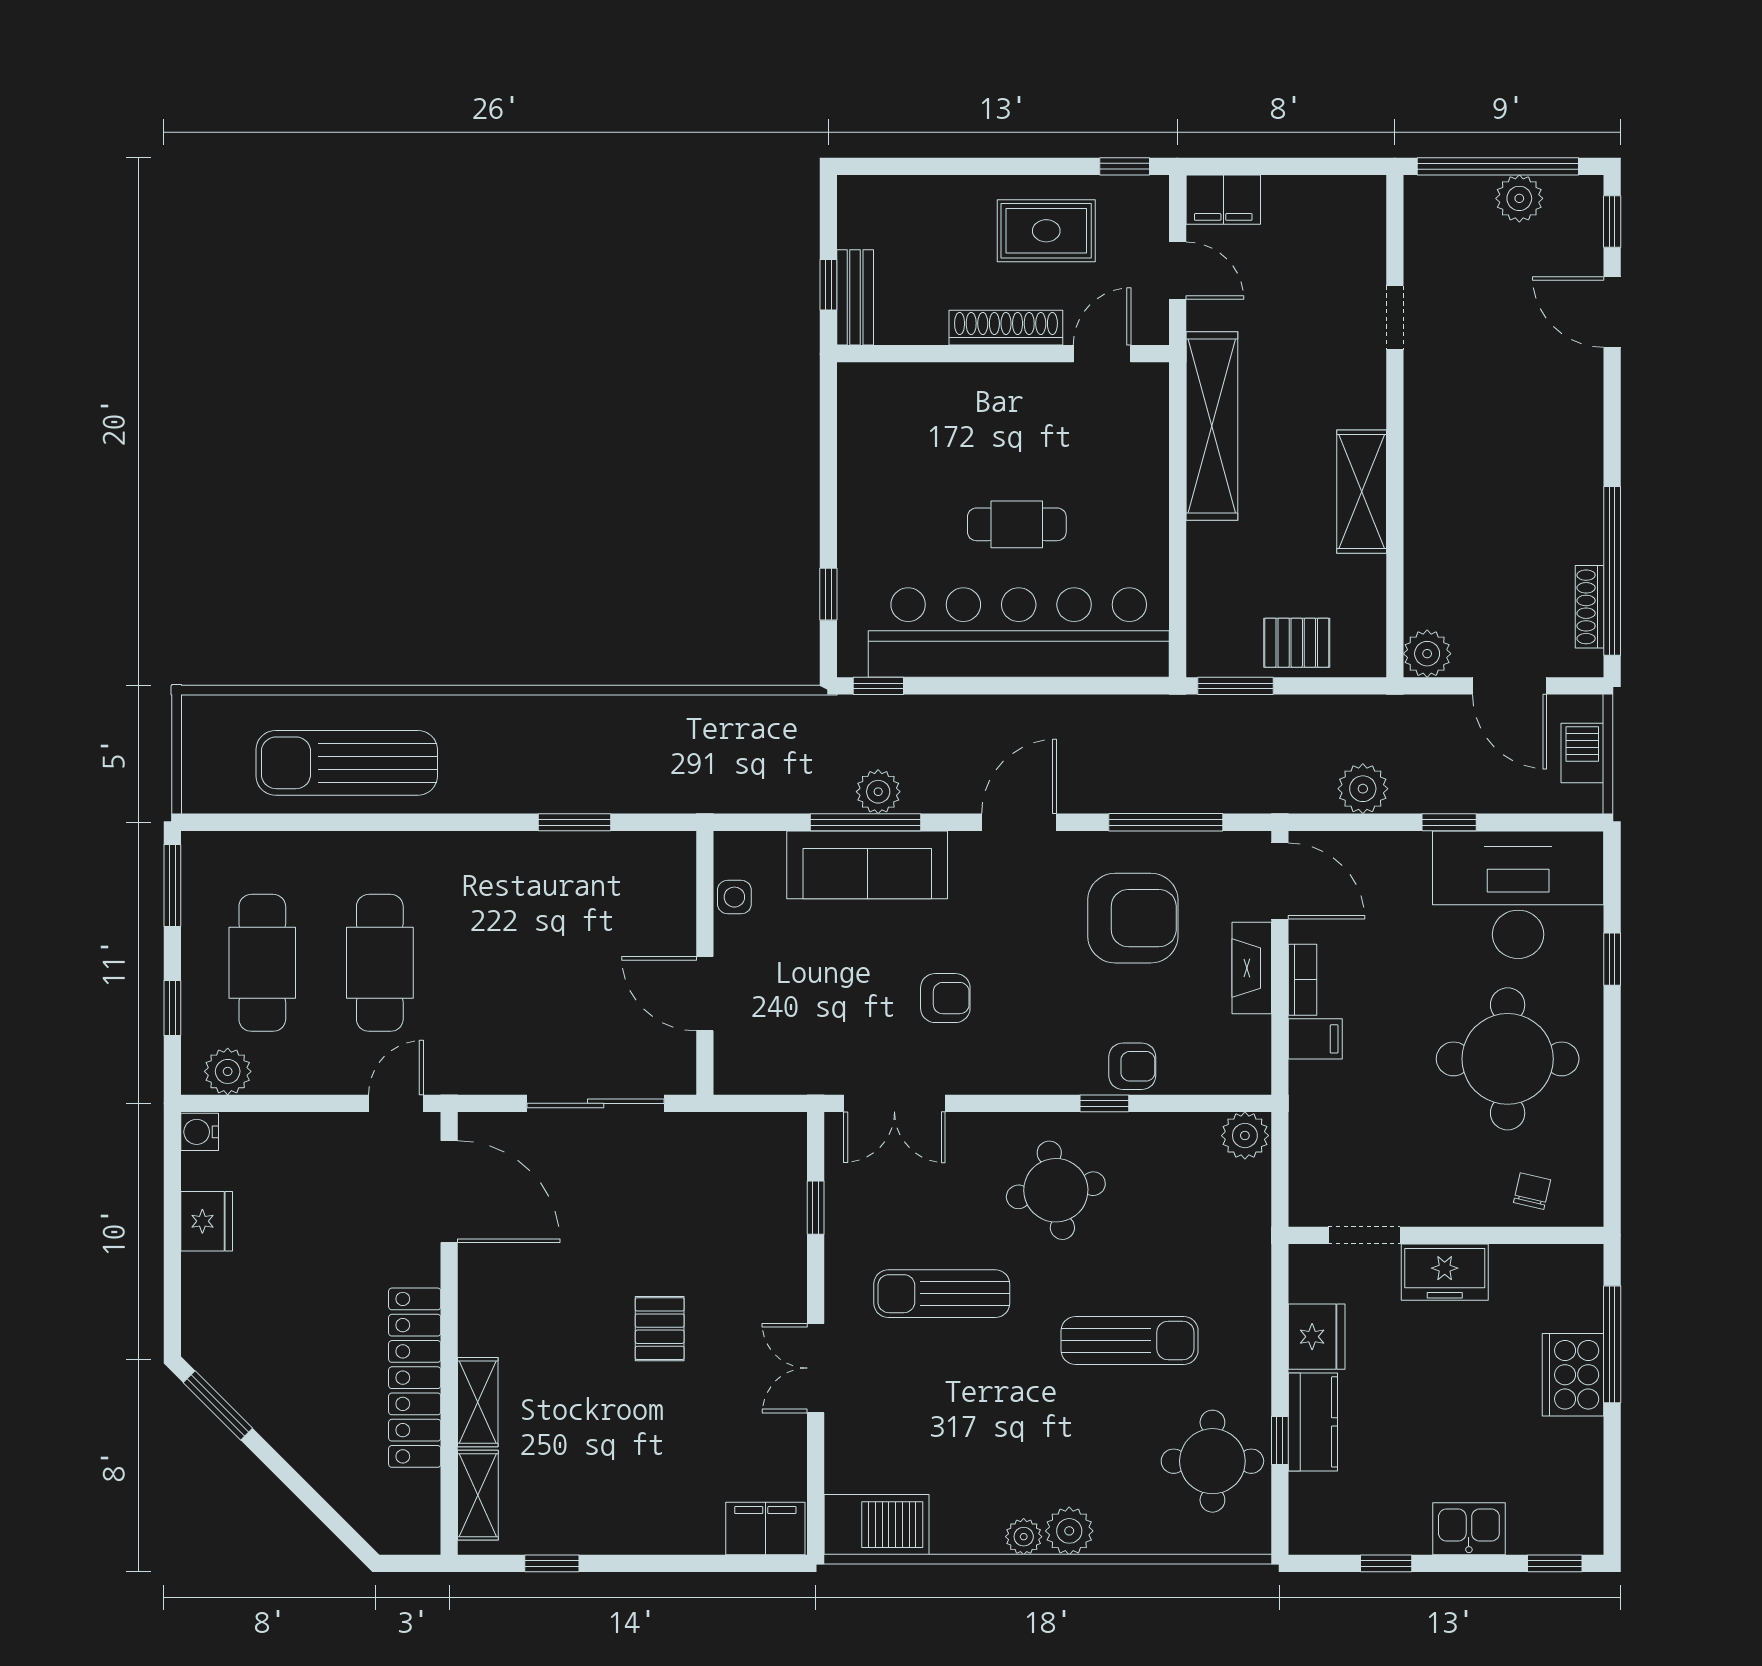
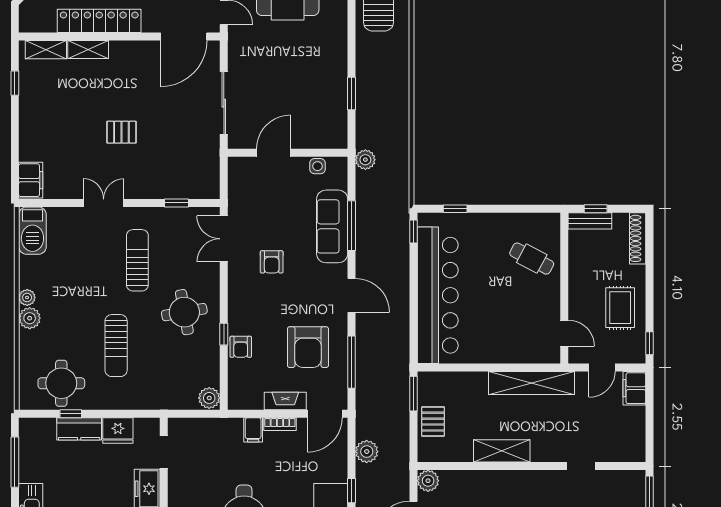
shoe rack: (1006, 328) -> (638, 238), moved, turned 180
cafe table: (1017, 524) -> (532, 259), moved, turned -62
plant: (878, 792) -> (365, 160), moved
window: (1386, 1563) -> (15, 462), width x2.17

